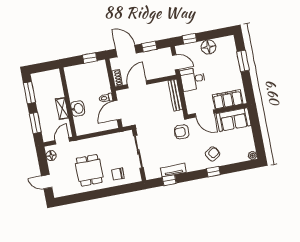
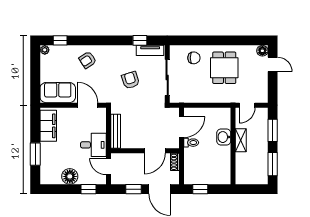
filing cabinet: (228, 99) -> (48, 126), moved, turned -90
armchair: (182, 132) -> (131, 80), moved, turned -108
floor lamp: (51, 156) -> (262, 51), moved
tv unit: (173, 170) -> (150, 50), moved
window: (213, 172) -> (60, 40), moved

